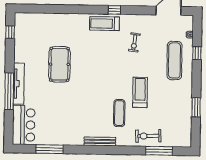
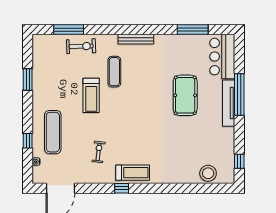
stool: (38, 22) -> (208, 173), added
pool table: (59, 64) -> (185, 95), moved

